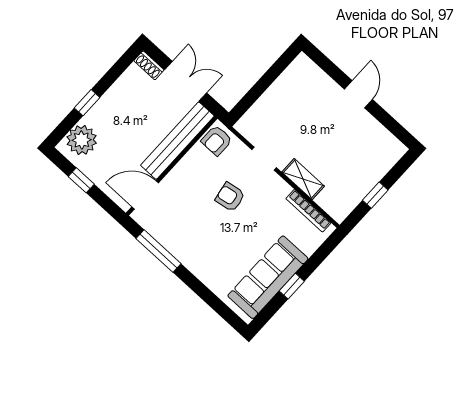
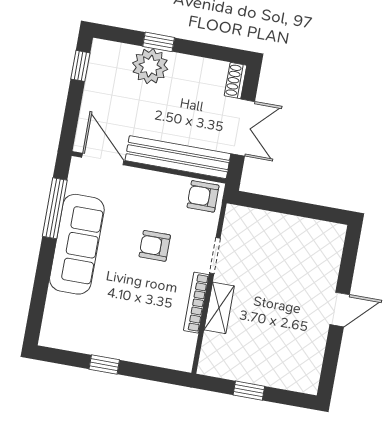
plant: (82, 140) -> (150, 66), moved
window: (81, 180) -> (80, 66), moved
armchair: (230, 197) -> (155, 246), turned -80
bookcase: (308, 211) -> (196, 303), moved
sofa: (268, 277) -> (77, 244), moved, turned 90

